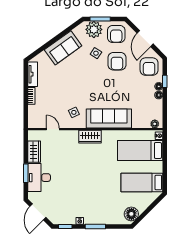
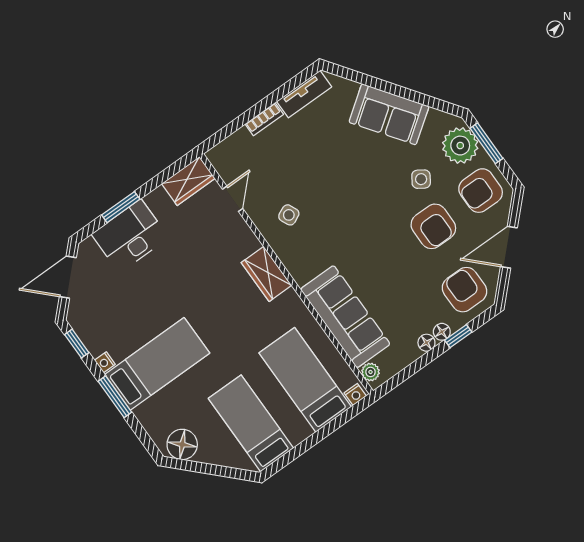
armchair: (117, 61) -> (433, 226), turned -90
armchair: (149, 67) -> (465, 290), turned 90
sofa: (109, 119) -> (345, 317), moved
wardrobe: (34, 152) -> (188, 181), moved
bed: (94, 202) -> (157, 364), added

